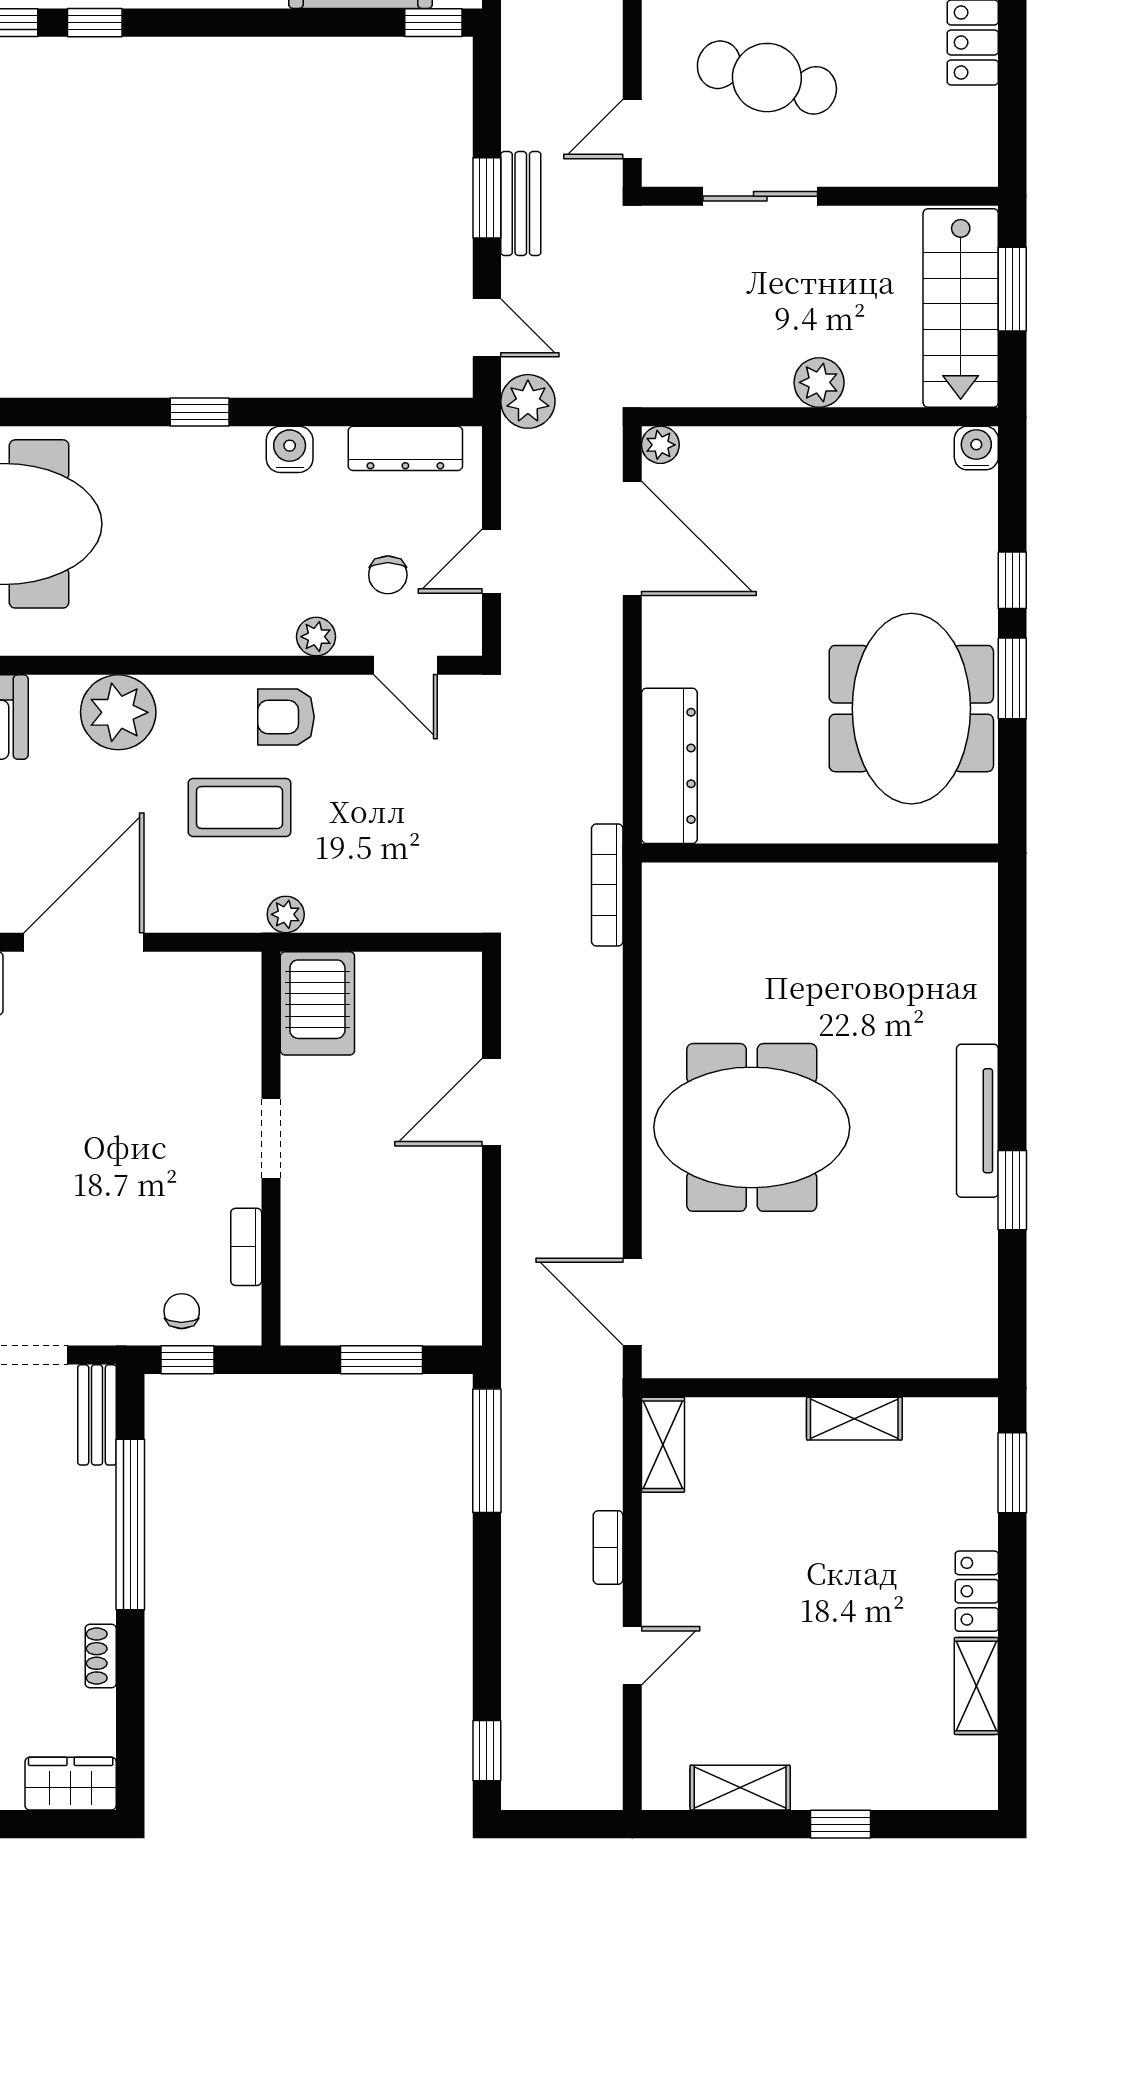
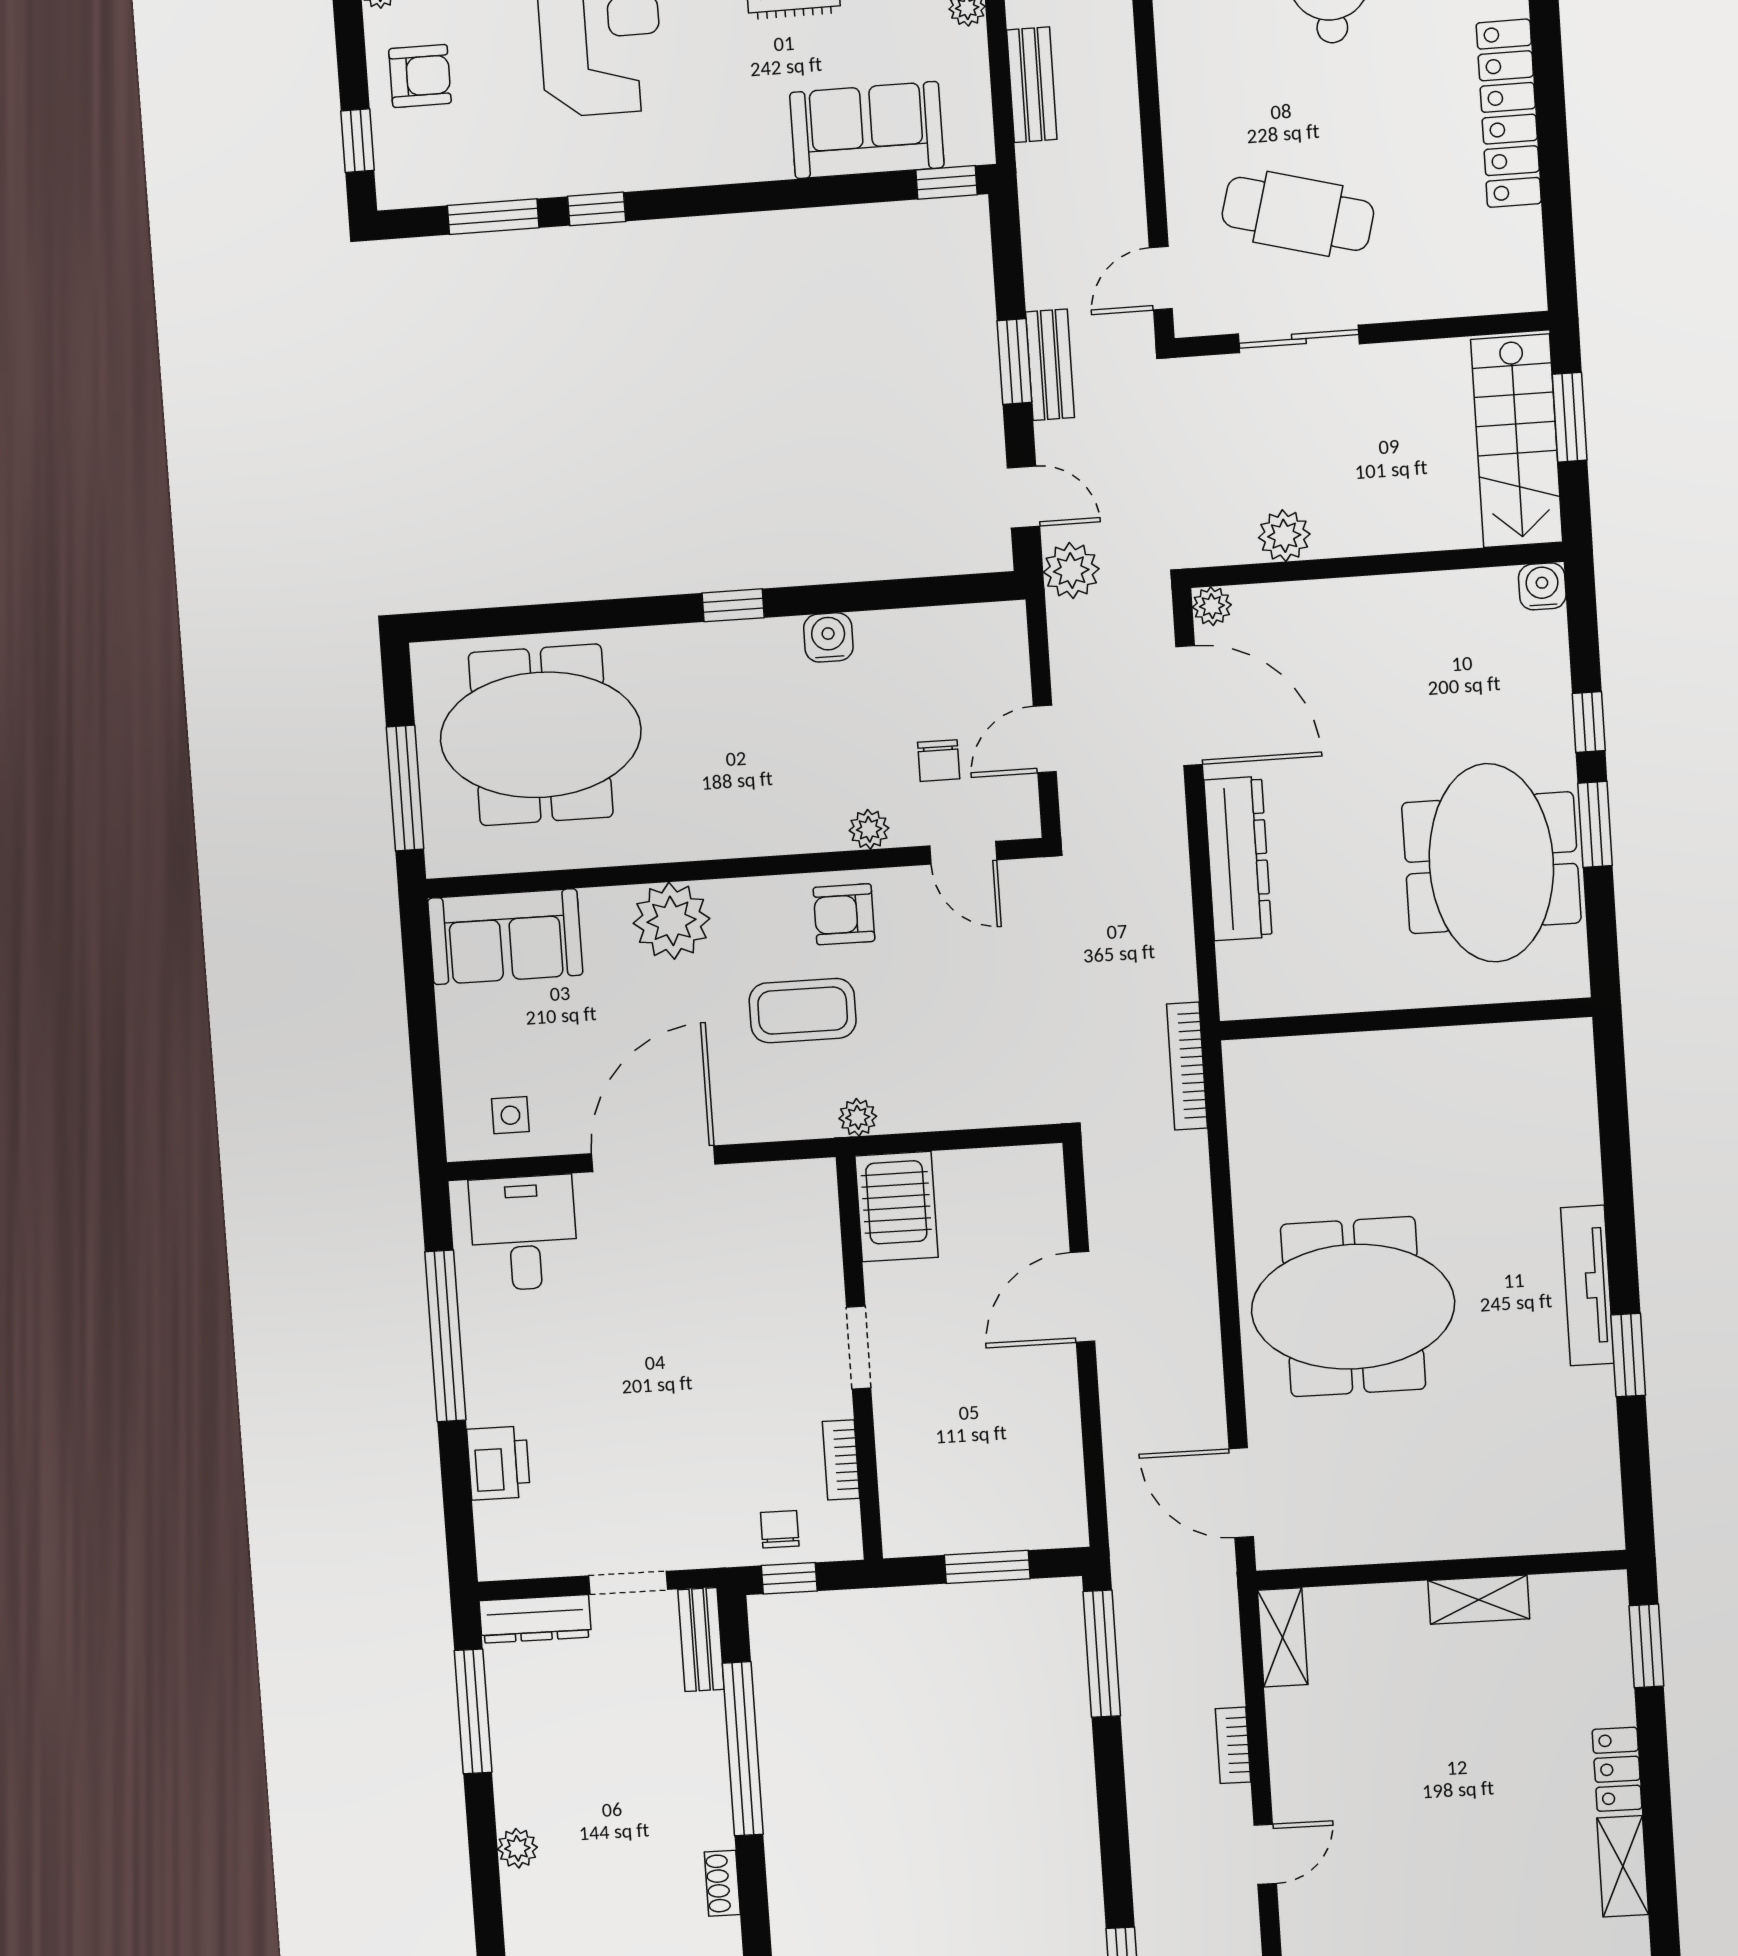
plant: (819, 382) -> (1284, 536), moved
dresser: (405, 448) -> (948, 628), removed
dresser: (669, 766) -> (1238, 859), moved

